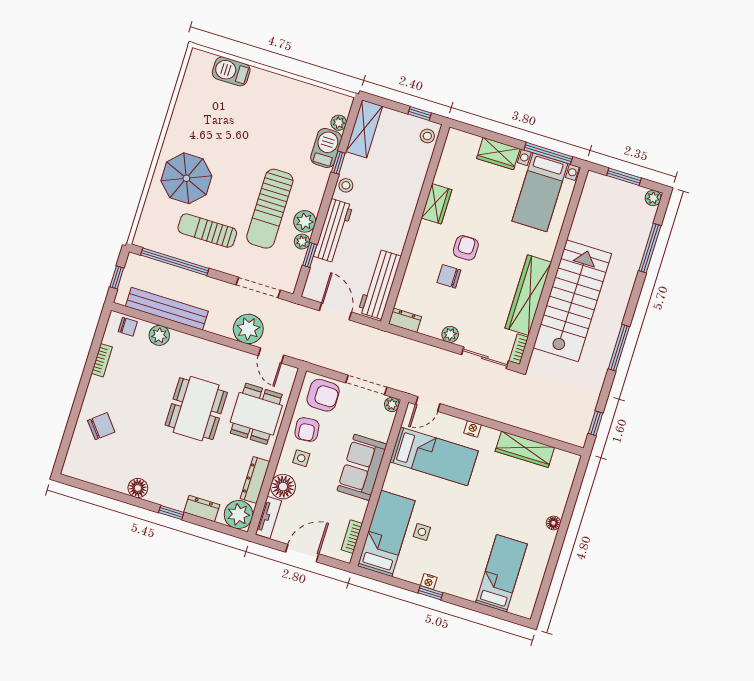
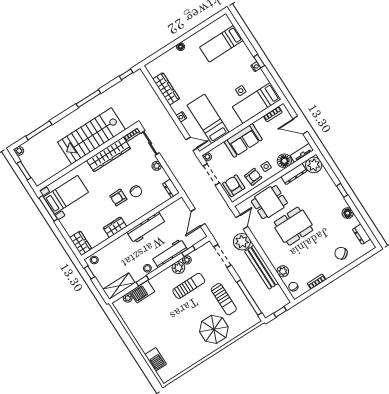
wardrobe: (498, 154) -> (81, 243), moved
sun lounger: (270, 209) -> (189, 286), width x0.73, depth x0.75
workbench: (380, 284) -> (146, 228), moved
bench: (167, 309) -> (261, 267), moved
dresser: (202, 508) -> (362, 234), moved

